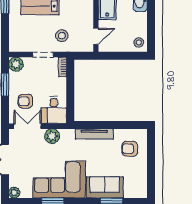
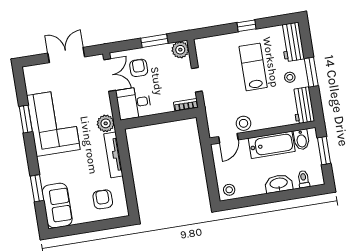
stool: (62, 36) -> (244, 123), moved
door: (96, 36) -> (228, 138), hinge flipped
plant: (52, 136) -> (106, 123), moved
sofa: (105, 187) -> (57, 206), moved
plant: (14, 193) -> (29, 72), removed

